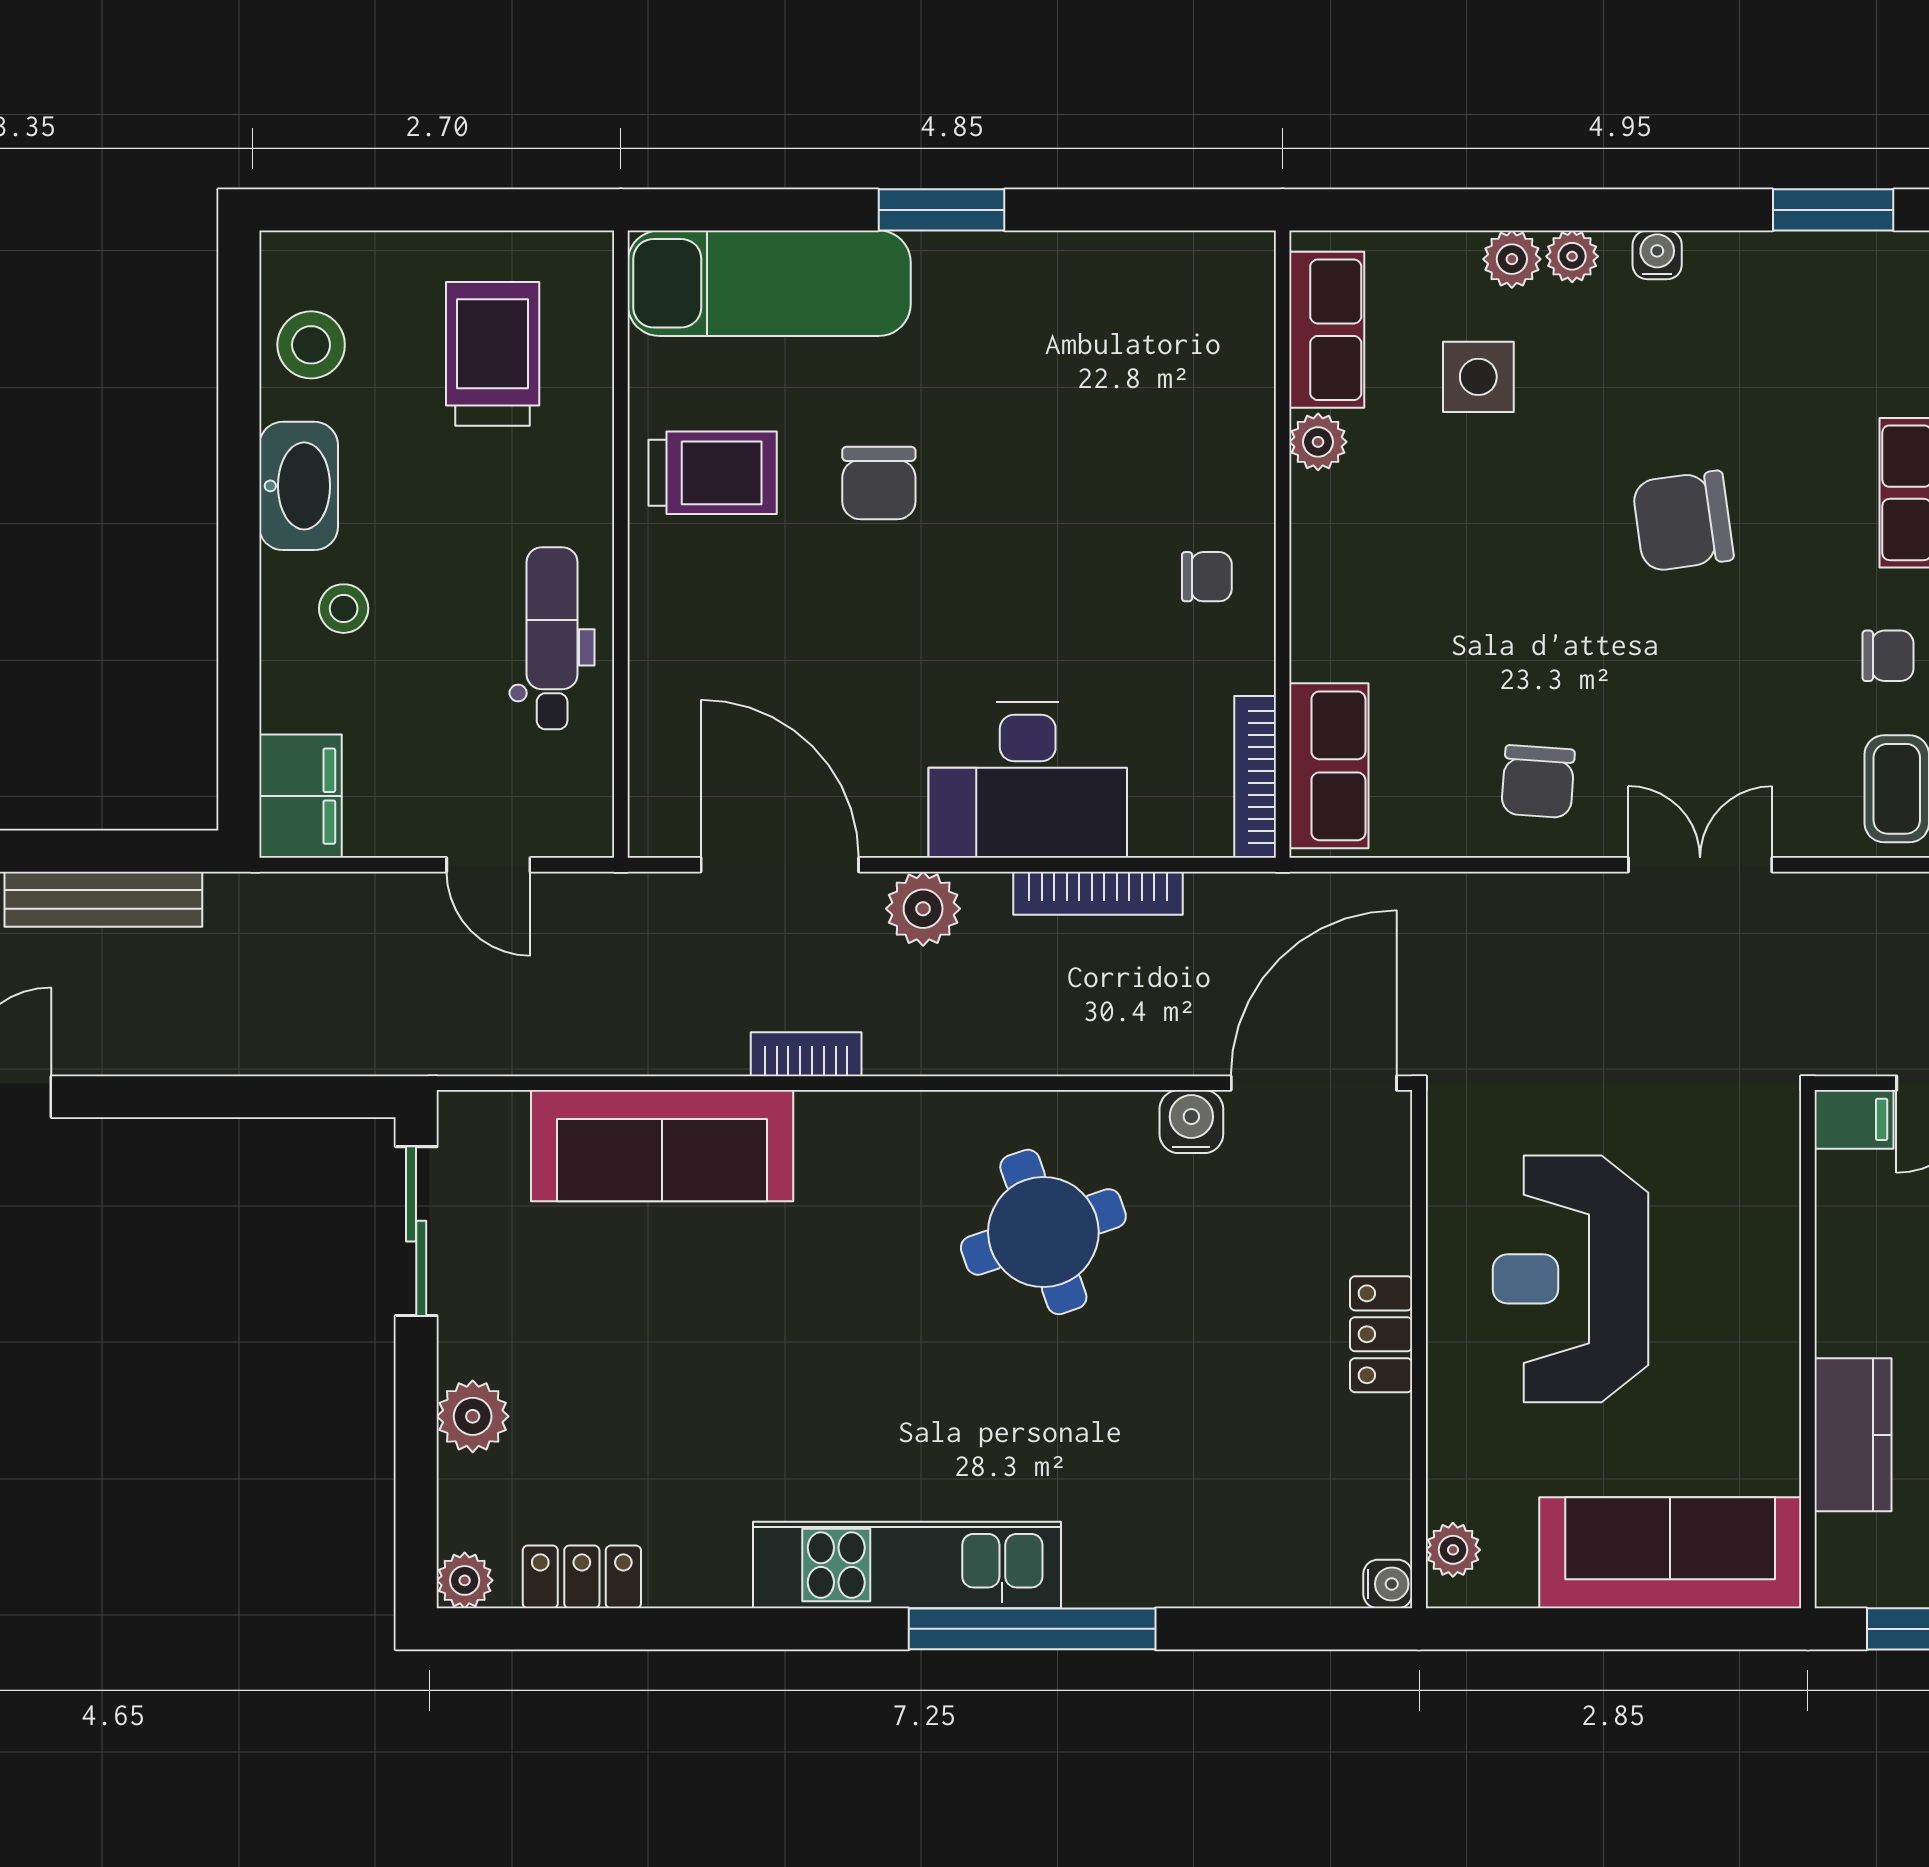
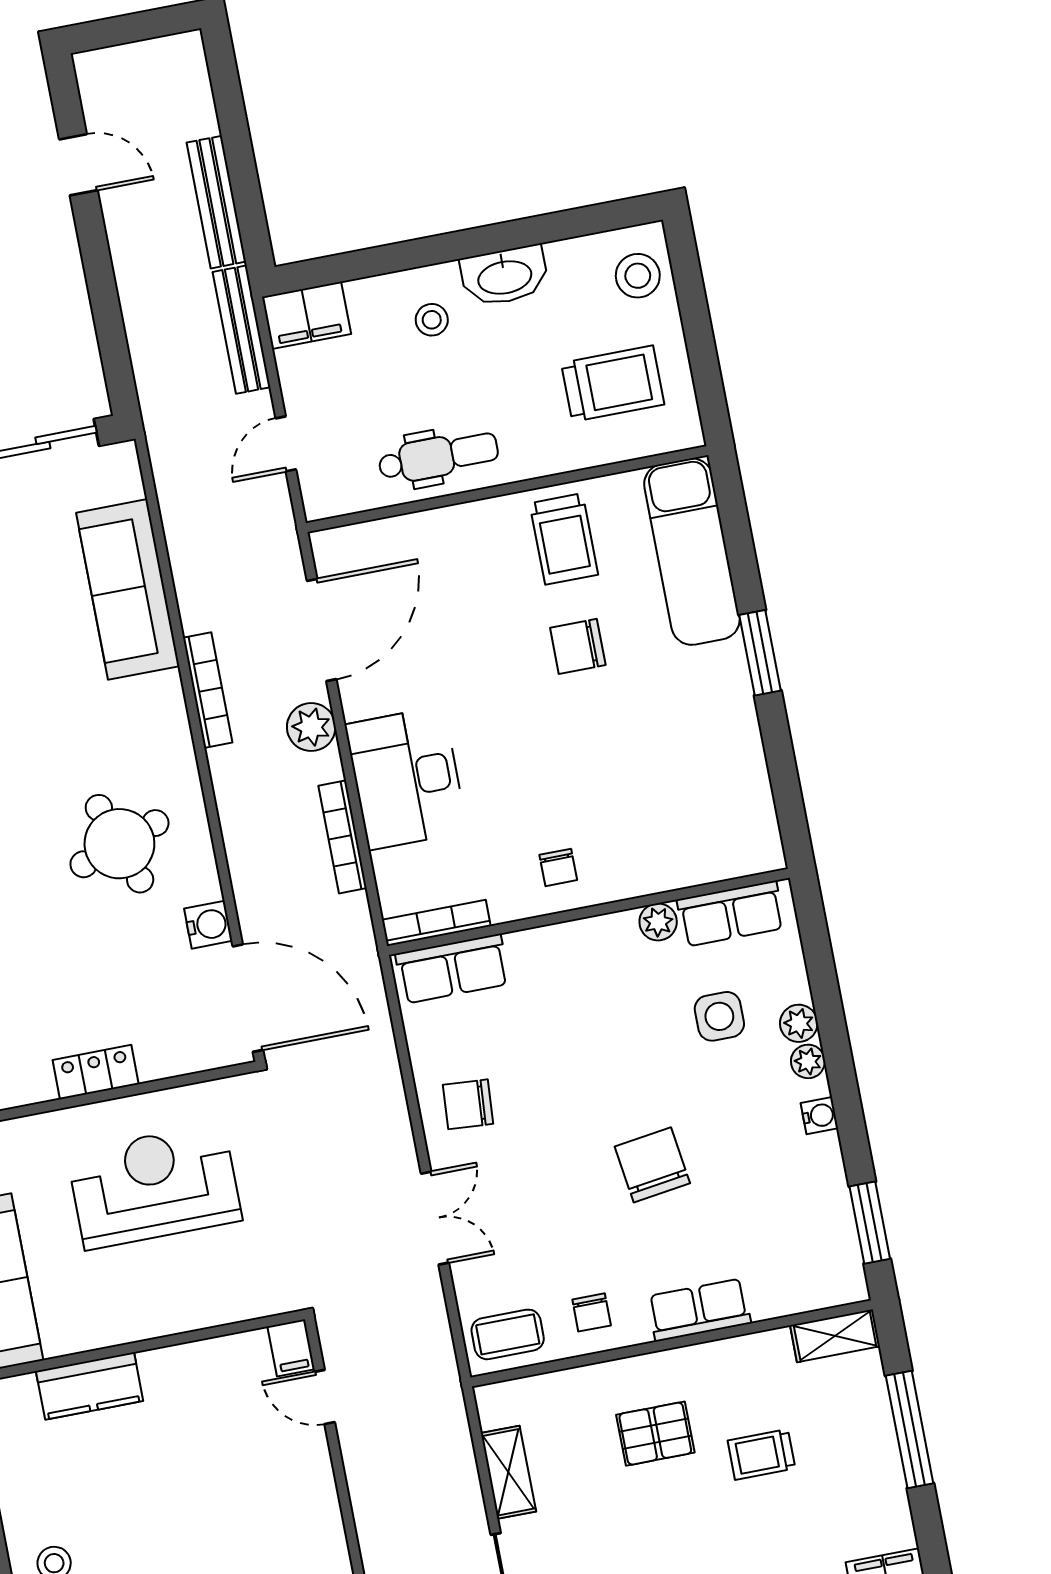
stool: (311, 345) -> (638, 276), moved
bench: (303, 898) -> (242, 330), added
bookcase: (806, 1054) -> (208, 690), width x1.56

